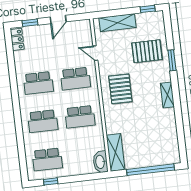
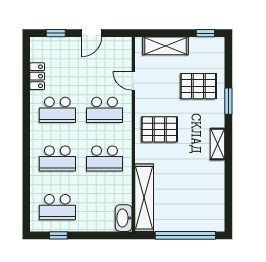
locker: (17, 39) -> (37, 76), moved
pallet: (120, 89) -> (159, 129), turned 90
shelving: (116, 152) -> (144, 198), width x1.47

